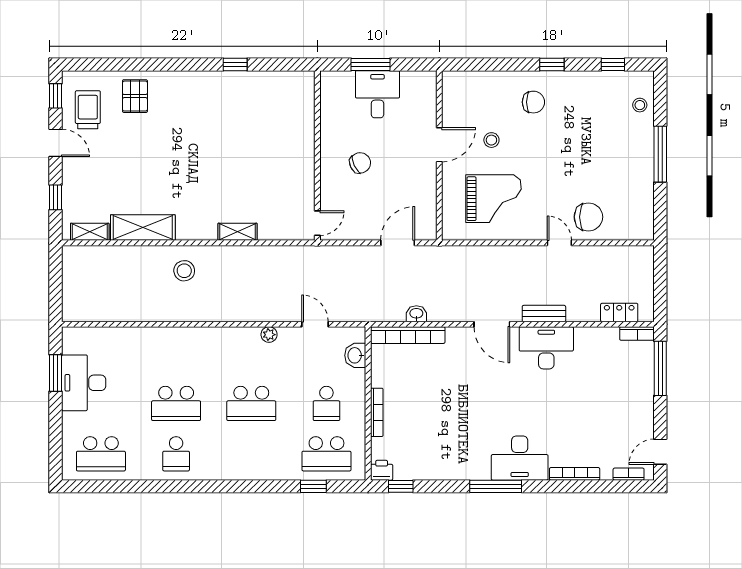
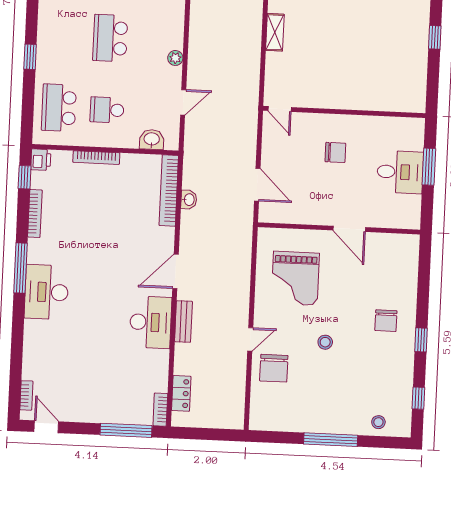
stool: (491, 140) -> (325, 342), moved
chair: (360, 163) -> (335, 152), turned -65
bookcase: (575, 474) -> (35, 213), moved
window: (313, 486) -> (30, 57), moved

